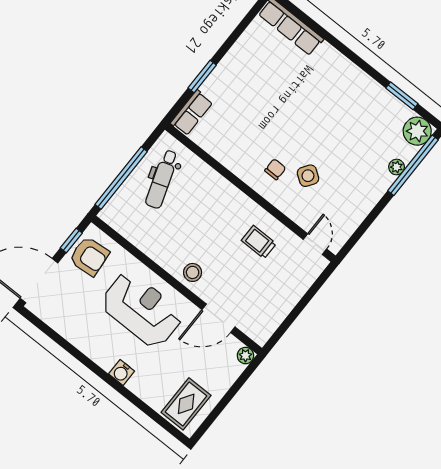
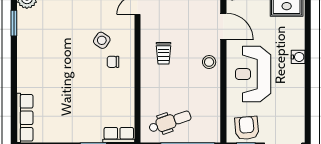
trolley: (259, 242) -> (164, 53), moved

